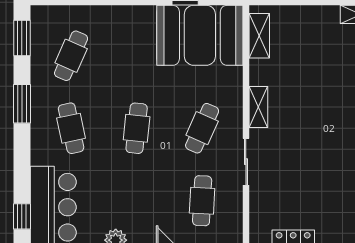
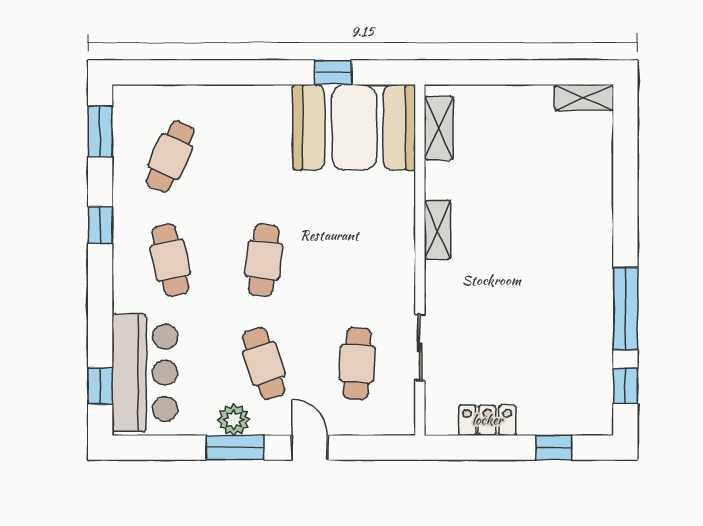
window: (22, 104) -> (100, 225), width x0.67
cafe table: (202, 128) -> (264, 363), moved, turned -42
sliding door: (246, 162) -> (420, 347), moved

